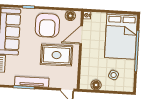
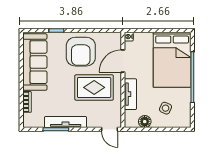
floor lamp: (70, 16) -> (108, 38), removed
tv unit: (86, 62) -> (130, 94), added

